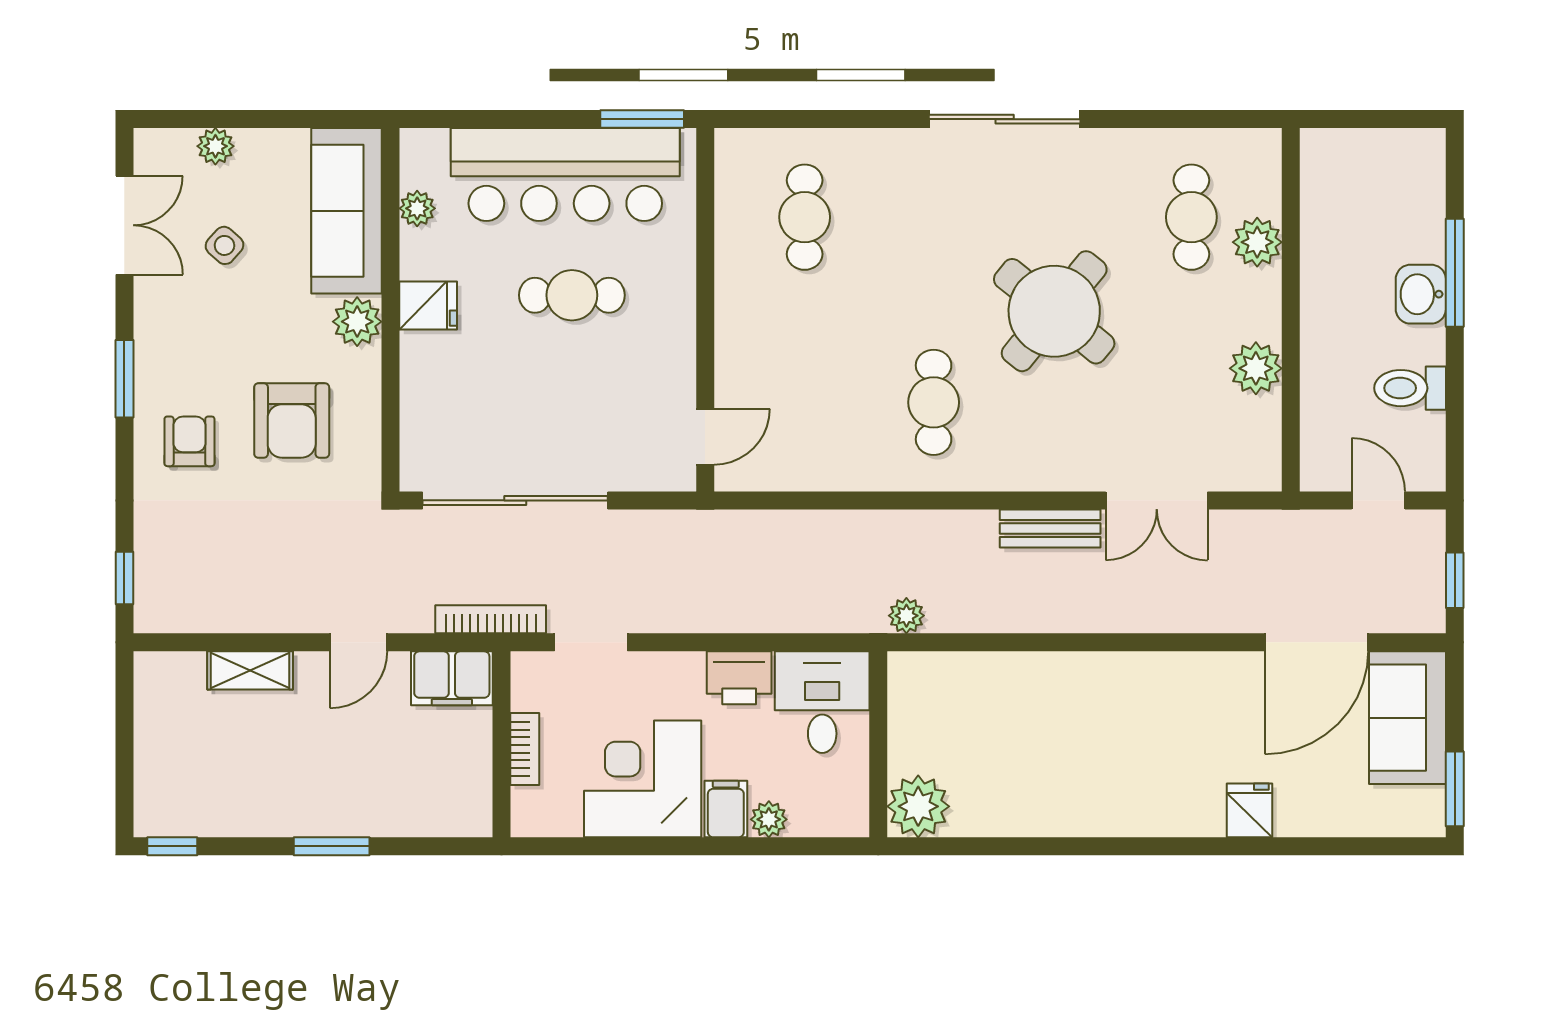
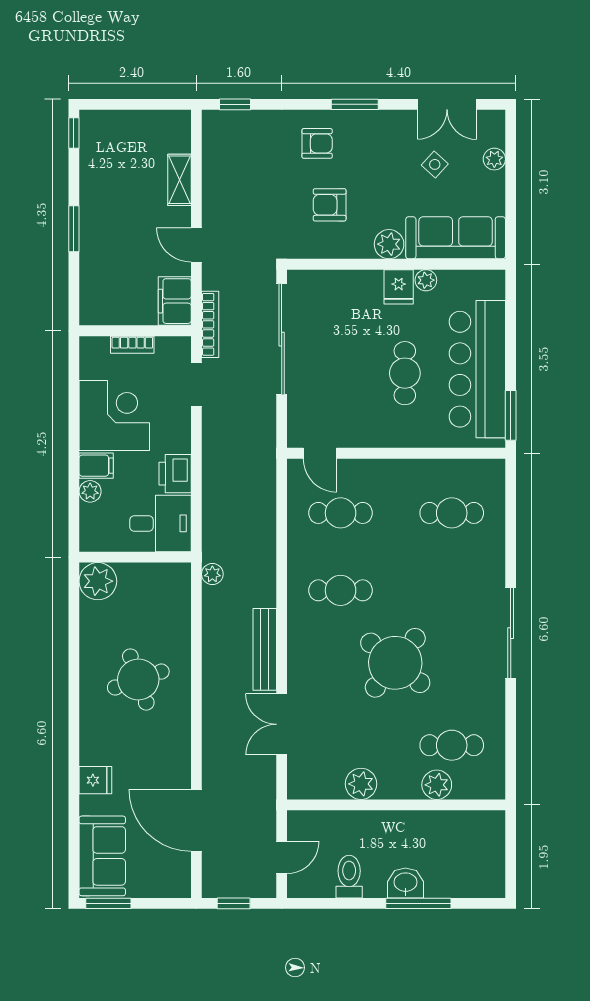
plant: (417, 208) -> (426, 280), moved
cafe table: (805, 402) -> (341, 513), added
armchair: (292, 421) -> (330, 205), width x0.72, depth x0.72
bench: (1050, 528) -> (265, 649), width x1.36
sofa: (1407, 718) -> (102, 856), moved, turned 90
round table: (1082, 739) -> (138, 680), added

